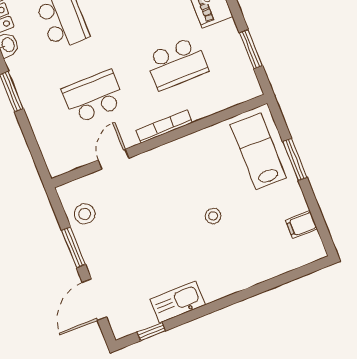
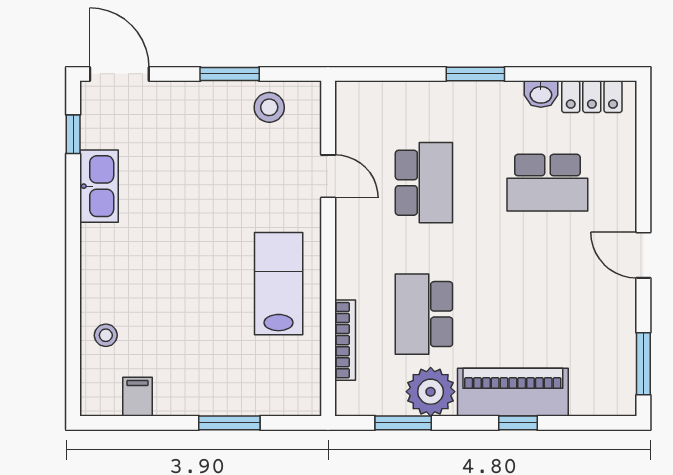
plant: (224, 40) -> (431, 392), added
bookcase: (164, 126) -> (345, 340), moved
lab bench: (258, 151) -> (279, 284), moved, turned -90
stool: (213, 216) -> (106, 335), moved
door: (94, 300) -> (119, 74), moved

